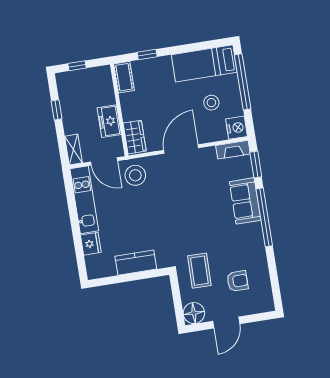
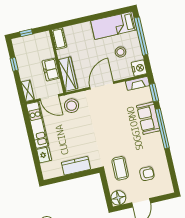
window: (147, 55) -> (74, 22), removed
wardrobe: (135, 137) -> (68, 74), width x1.50

